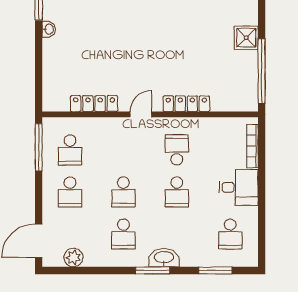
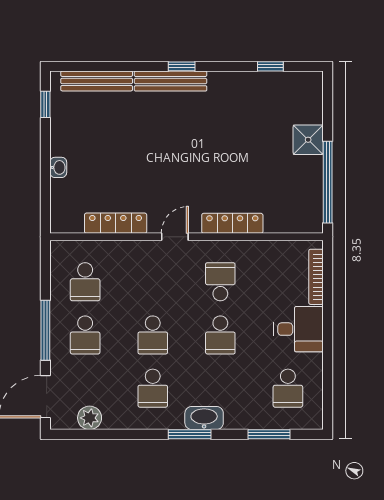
washbasin: (49, 29) -> (58, 167), moved
window: (39, 147) -> (45, 330), moved

